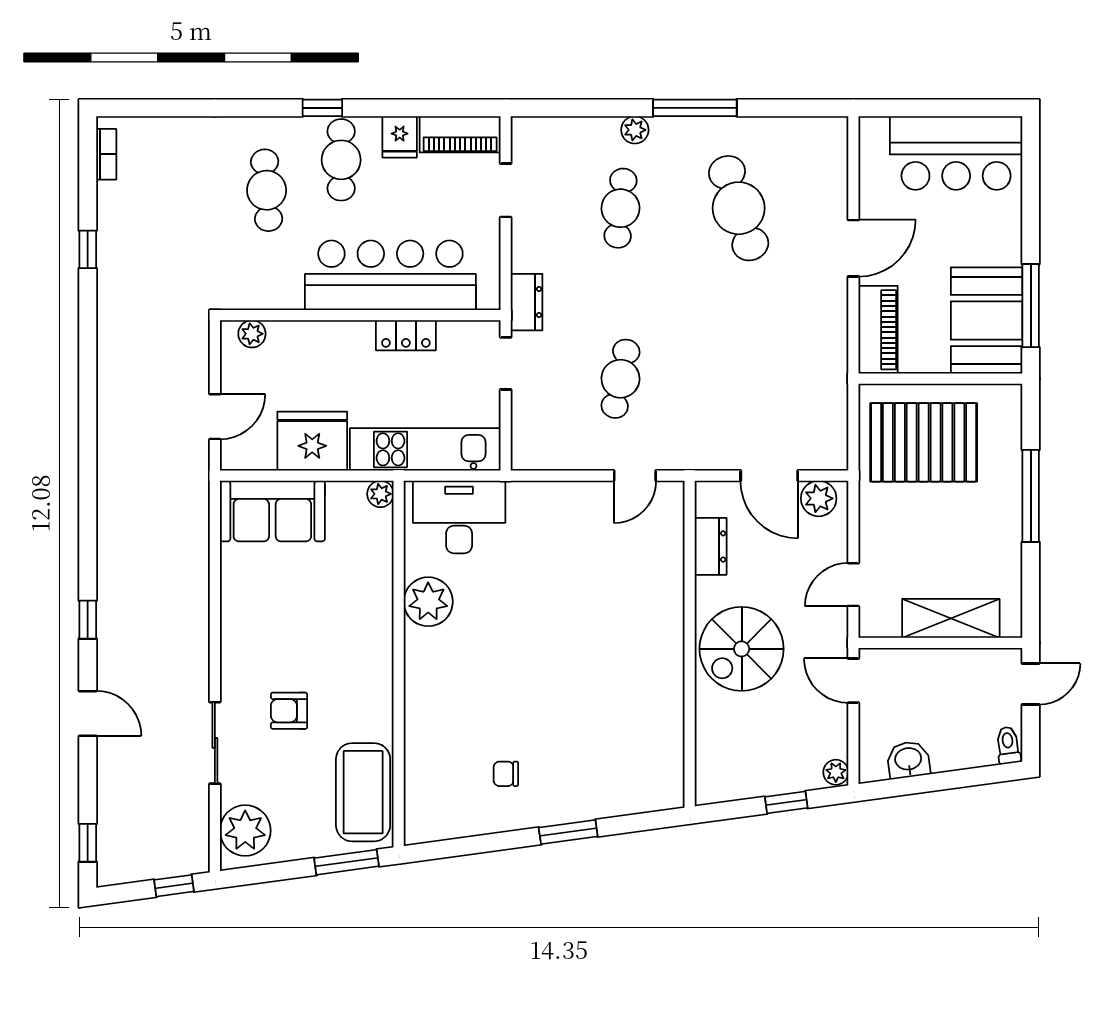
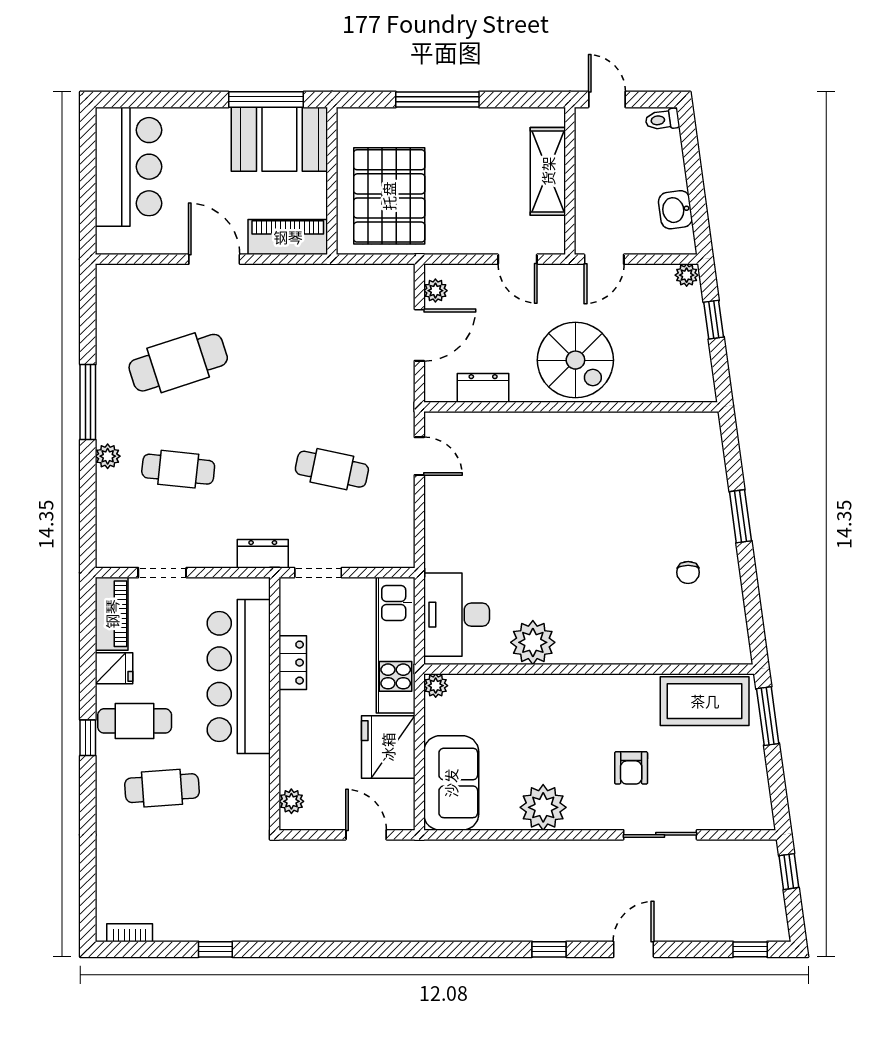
plant: (819, 498) -> (435, 291), width x0.73, depth x0.73
plant: (245, 831) -> (543, 807), moved

